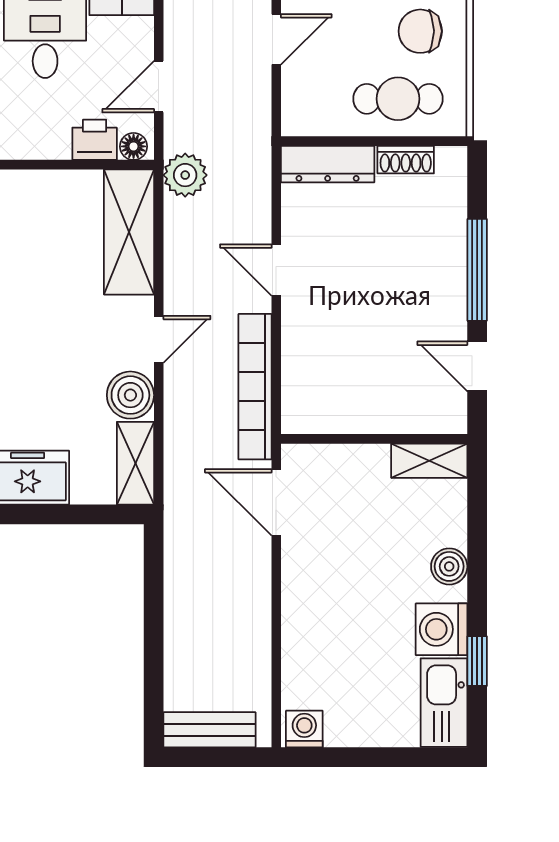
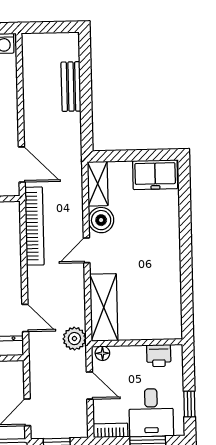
door: (159, 87) -> (90, 386), hinge flipped
printer: (95, 140) -> (159, 356), moved
door: (276, 270) -> (25, 318), moved
bench: (209, 730) -> (71, 87), moved, turned 90

